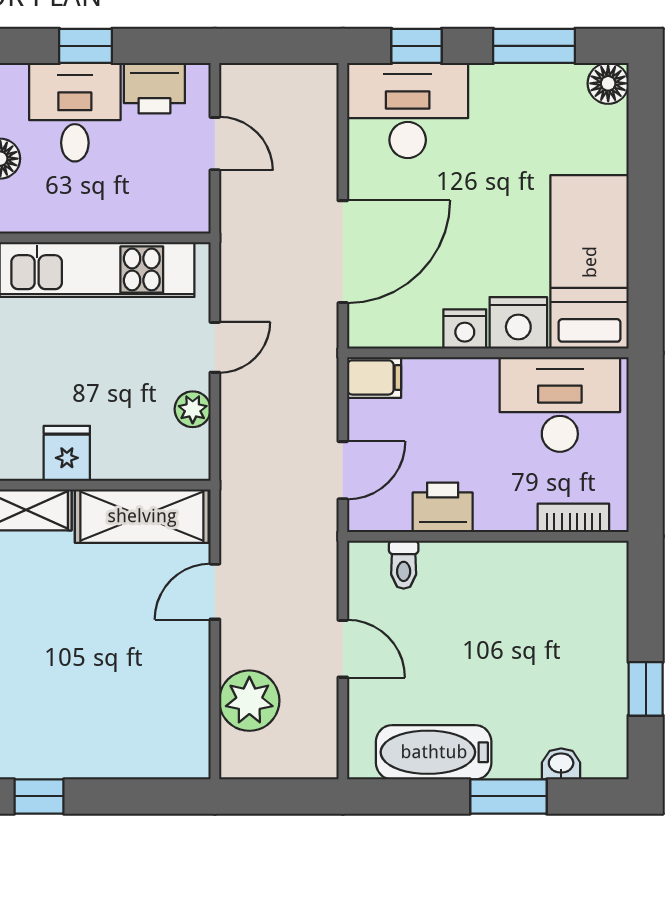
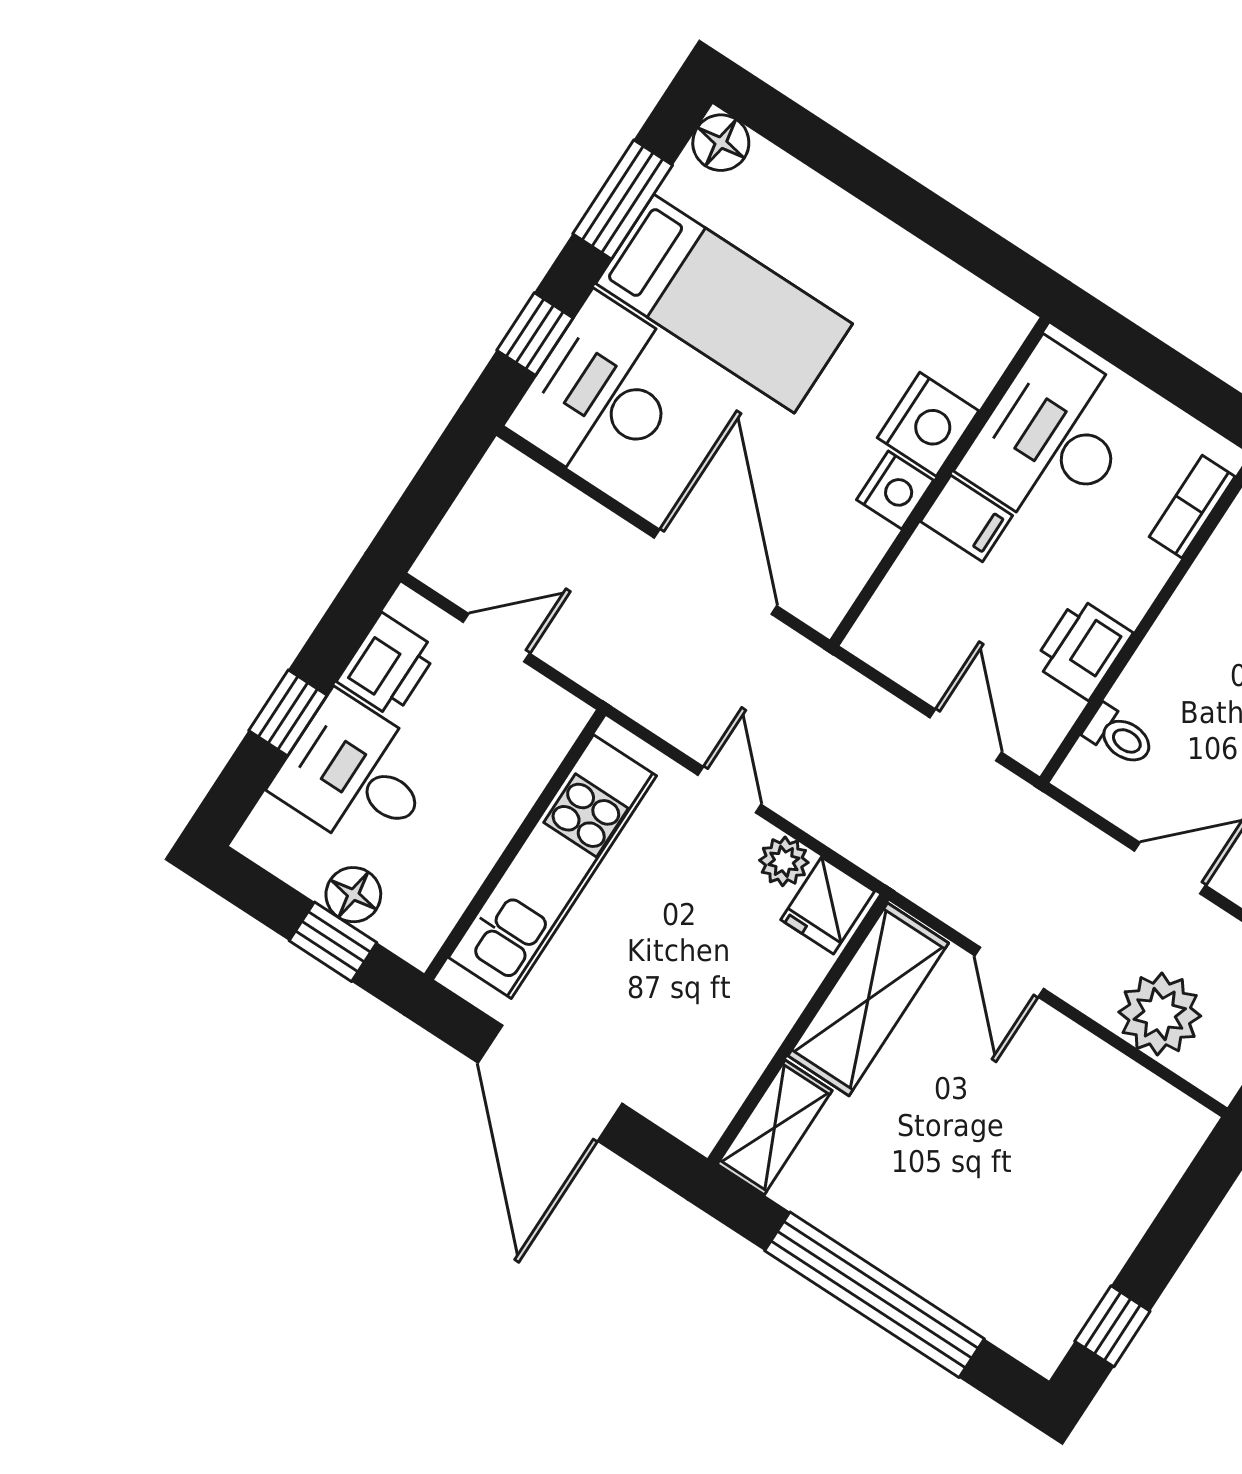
bed: (590, 262) -> (724, 304), moved, turned 180
filing cabinet: (374, 377) -> (967, 519), moved, turned 90
fridge: (67, 453) -> (828, 905), moved, turned -90

